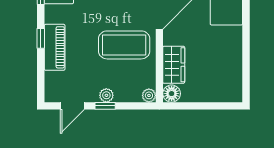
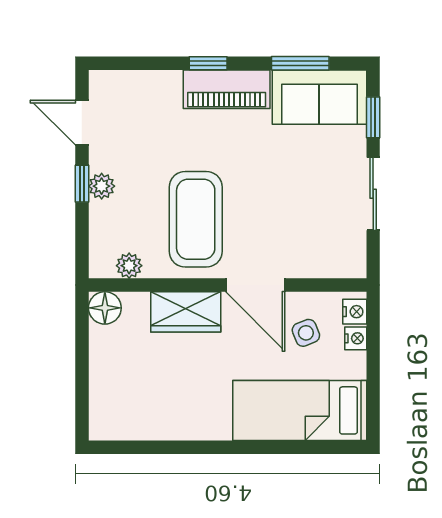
piano: (55, 47) -> (227, 89), moved
wardrobe: (174, 65) -> (186, 312), moved
plant: (149, 95) -> (129, 266), moved

